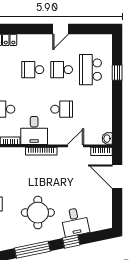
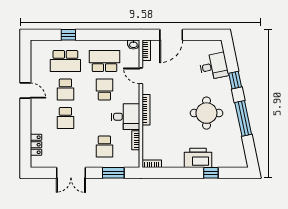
school desk: (90, 109) -> (104, 61), added
desk: (75, 222) -> (214, 66), moved

